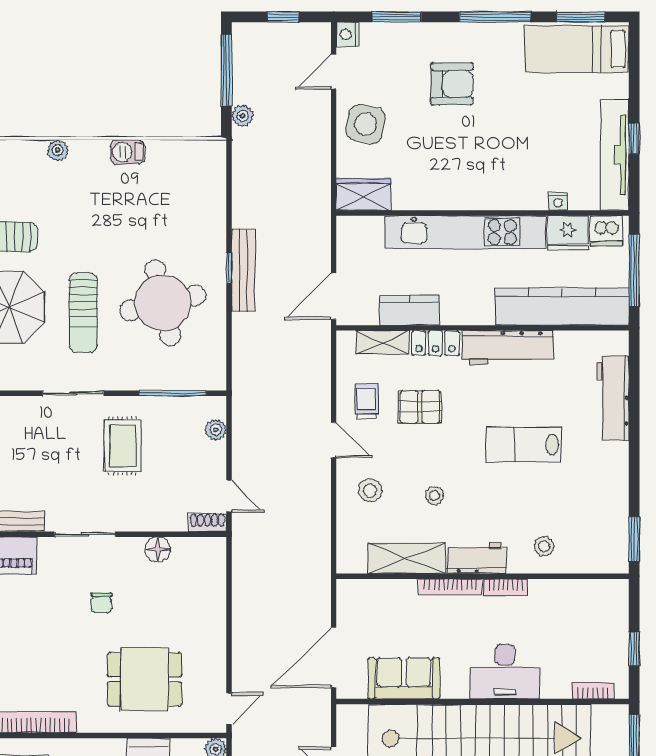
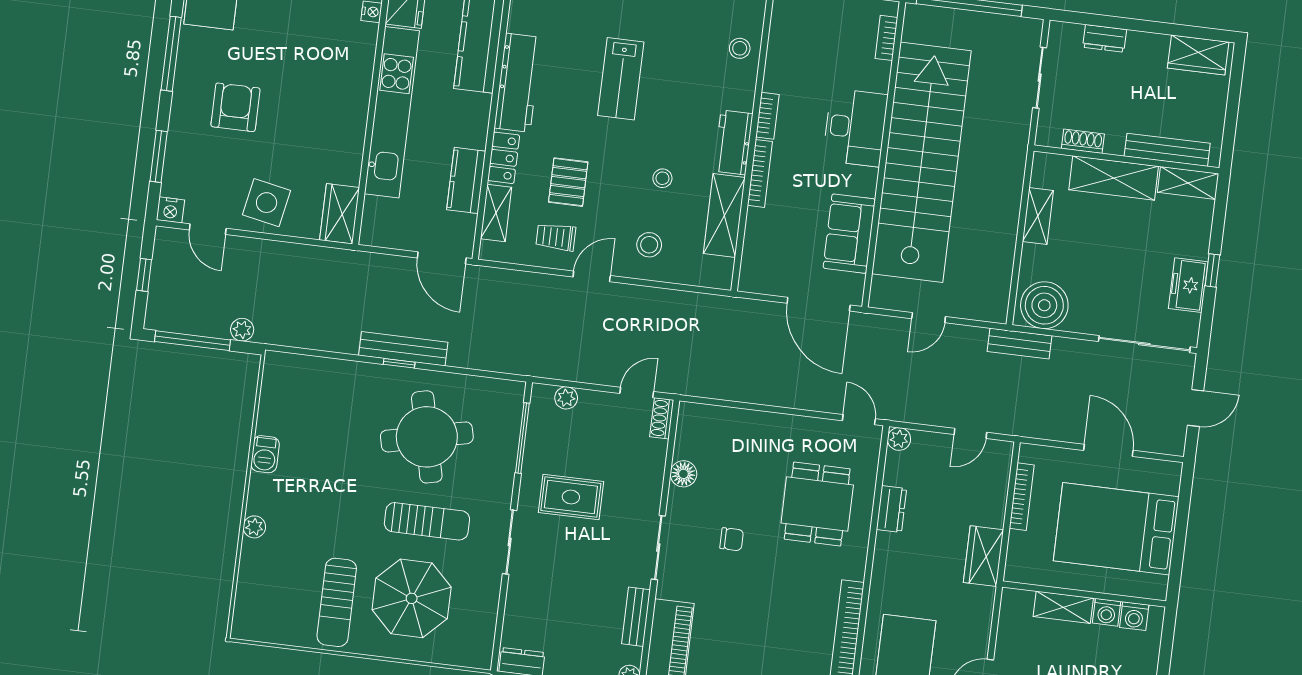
stool: (544, 546) -> (740, 48), moved

